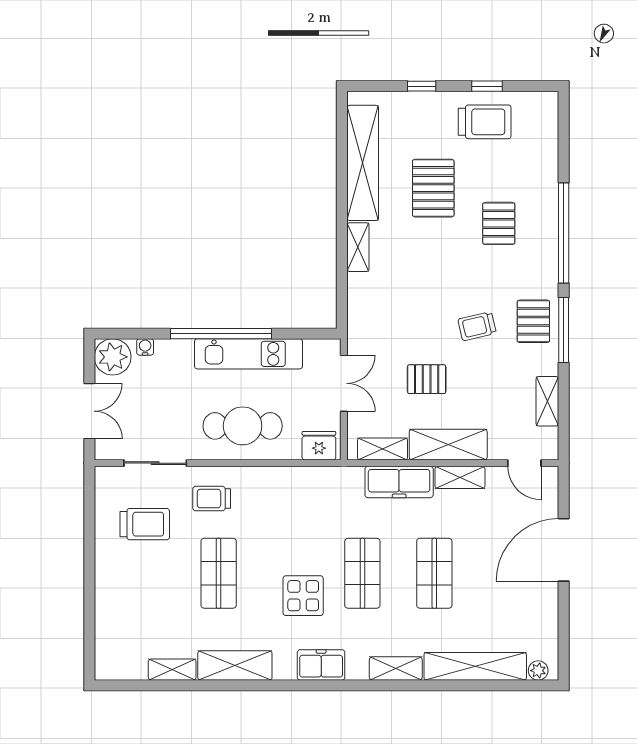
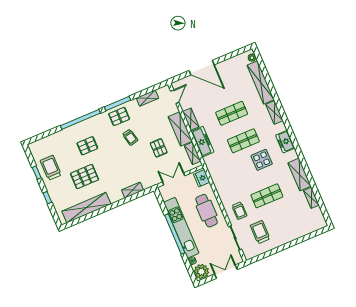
shelving: (358, 247) -> (133, 190), moved
kitchen unit: (248, 354) -> (181, 228), width x1.36

